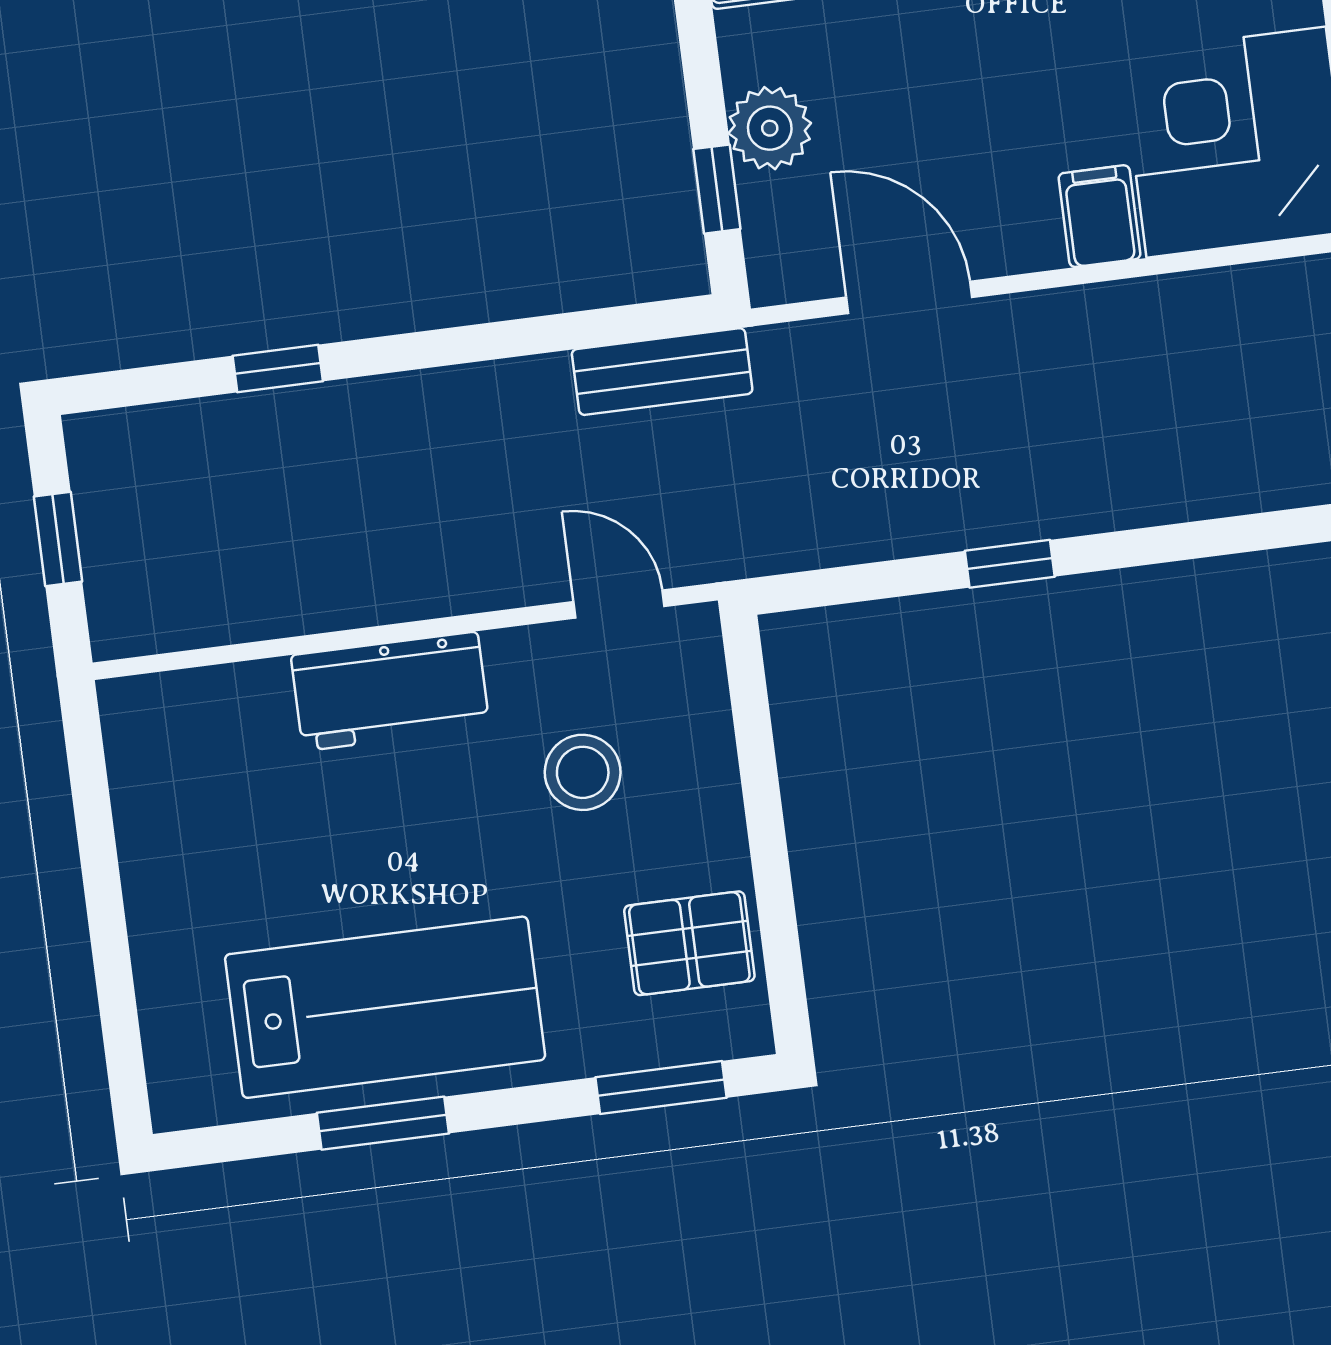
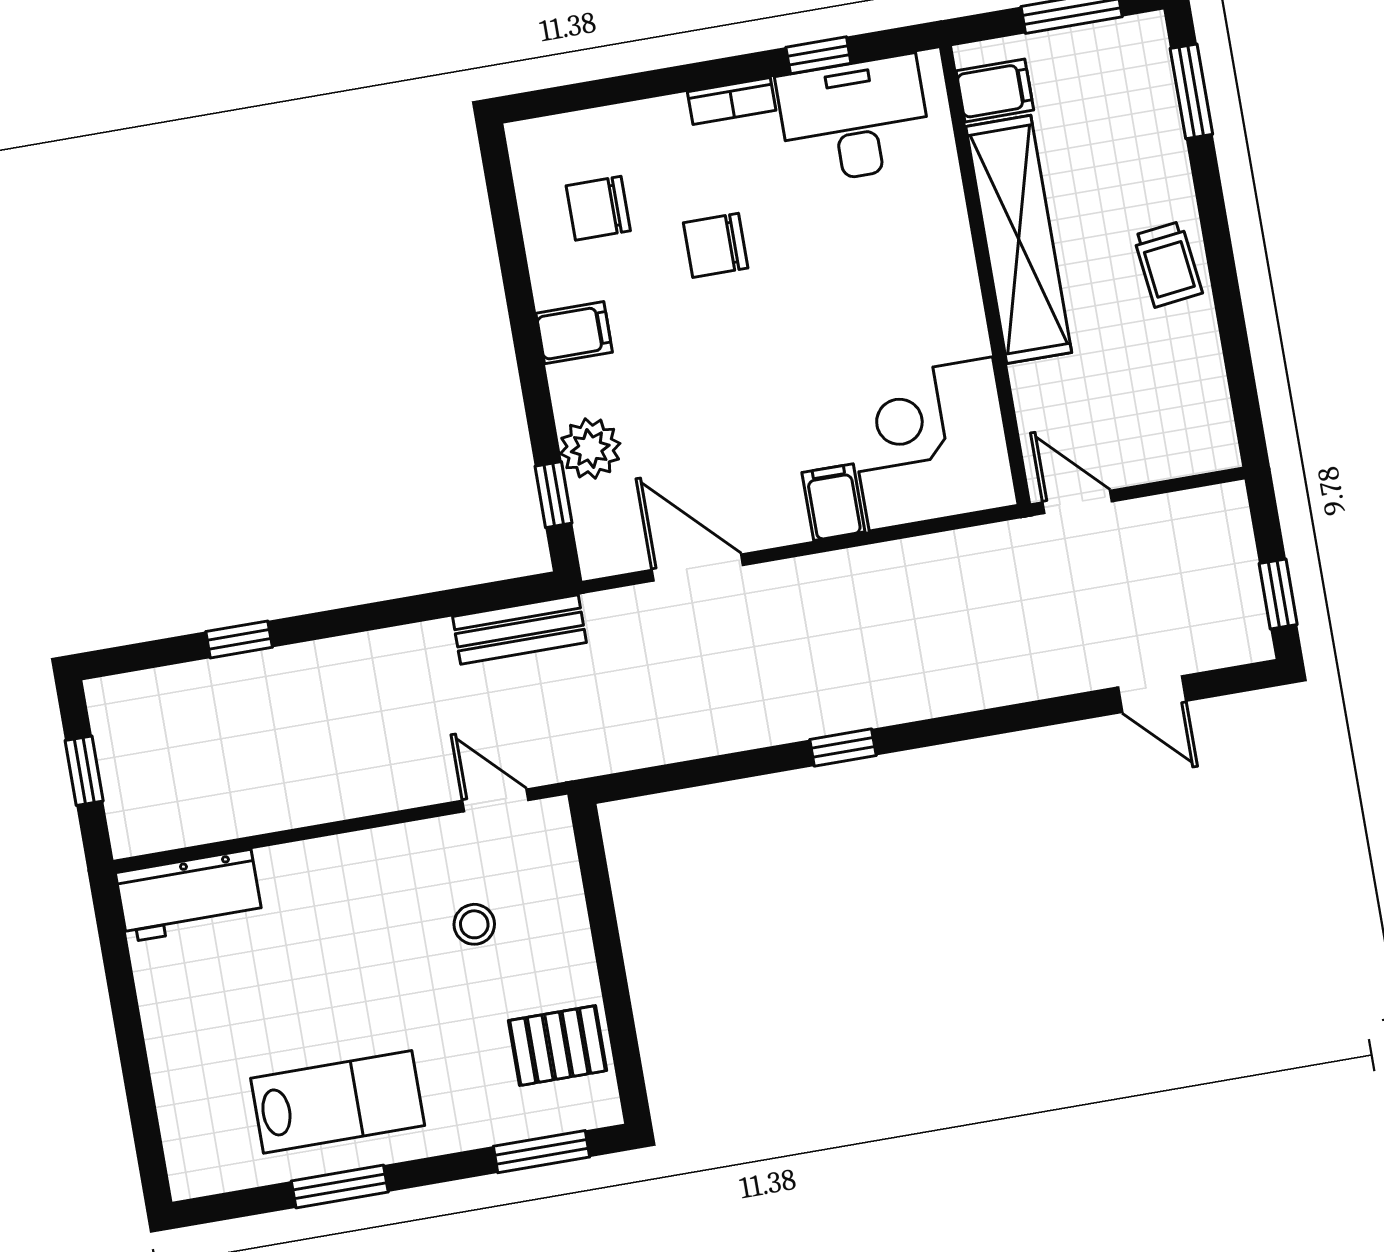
window: (1010, 564) -> (843, 748), moved
workbench: (390, 691) -> (189, 896), moved
stool: (583, 772) -> (474, 924), width x0.73, depth x0.73
lab bench: (385, 1007) -> (338, 1102), width x0.73, depth x0.72

